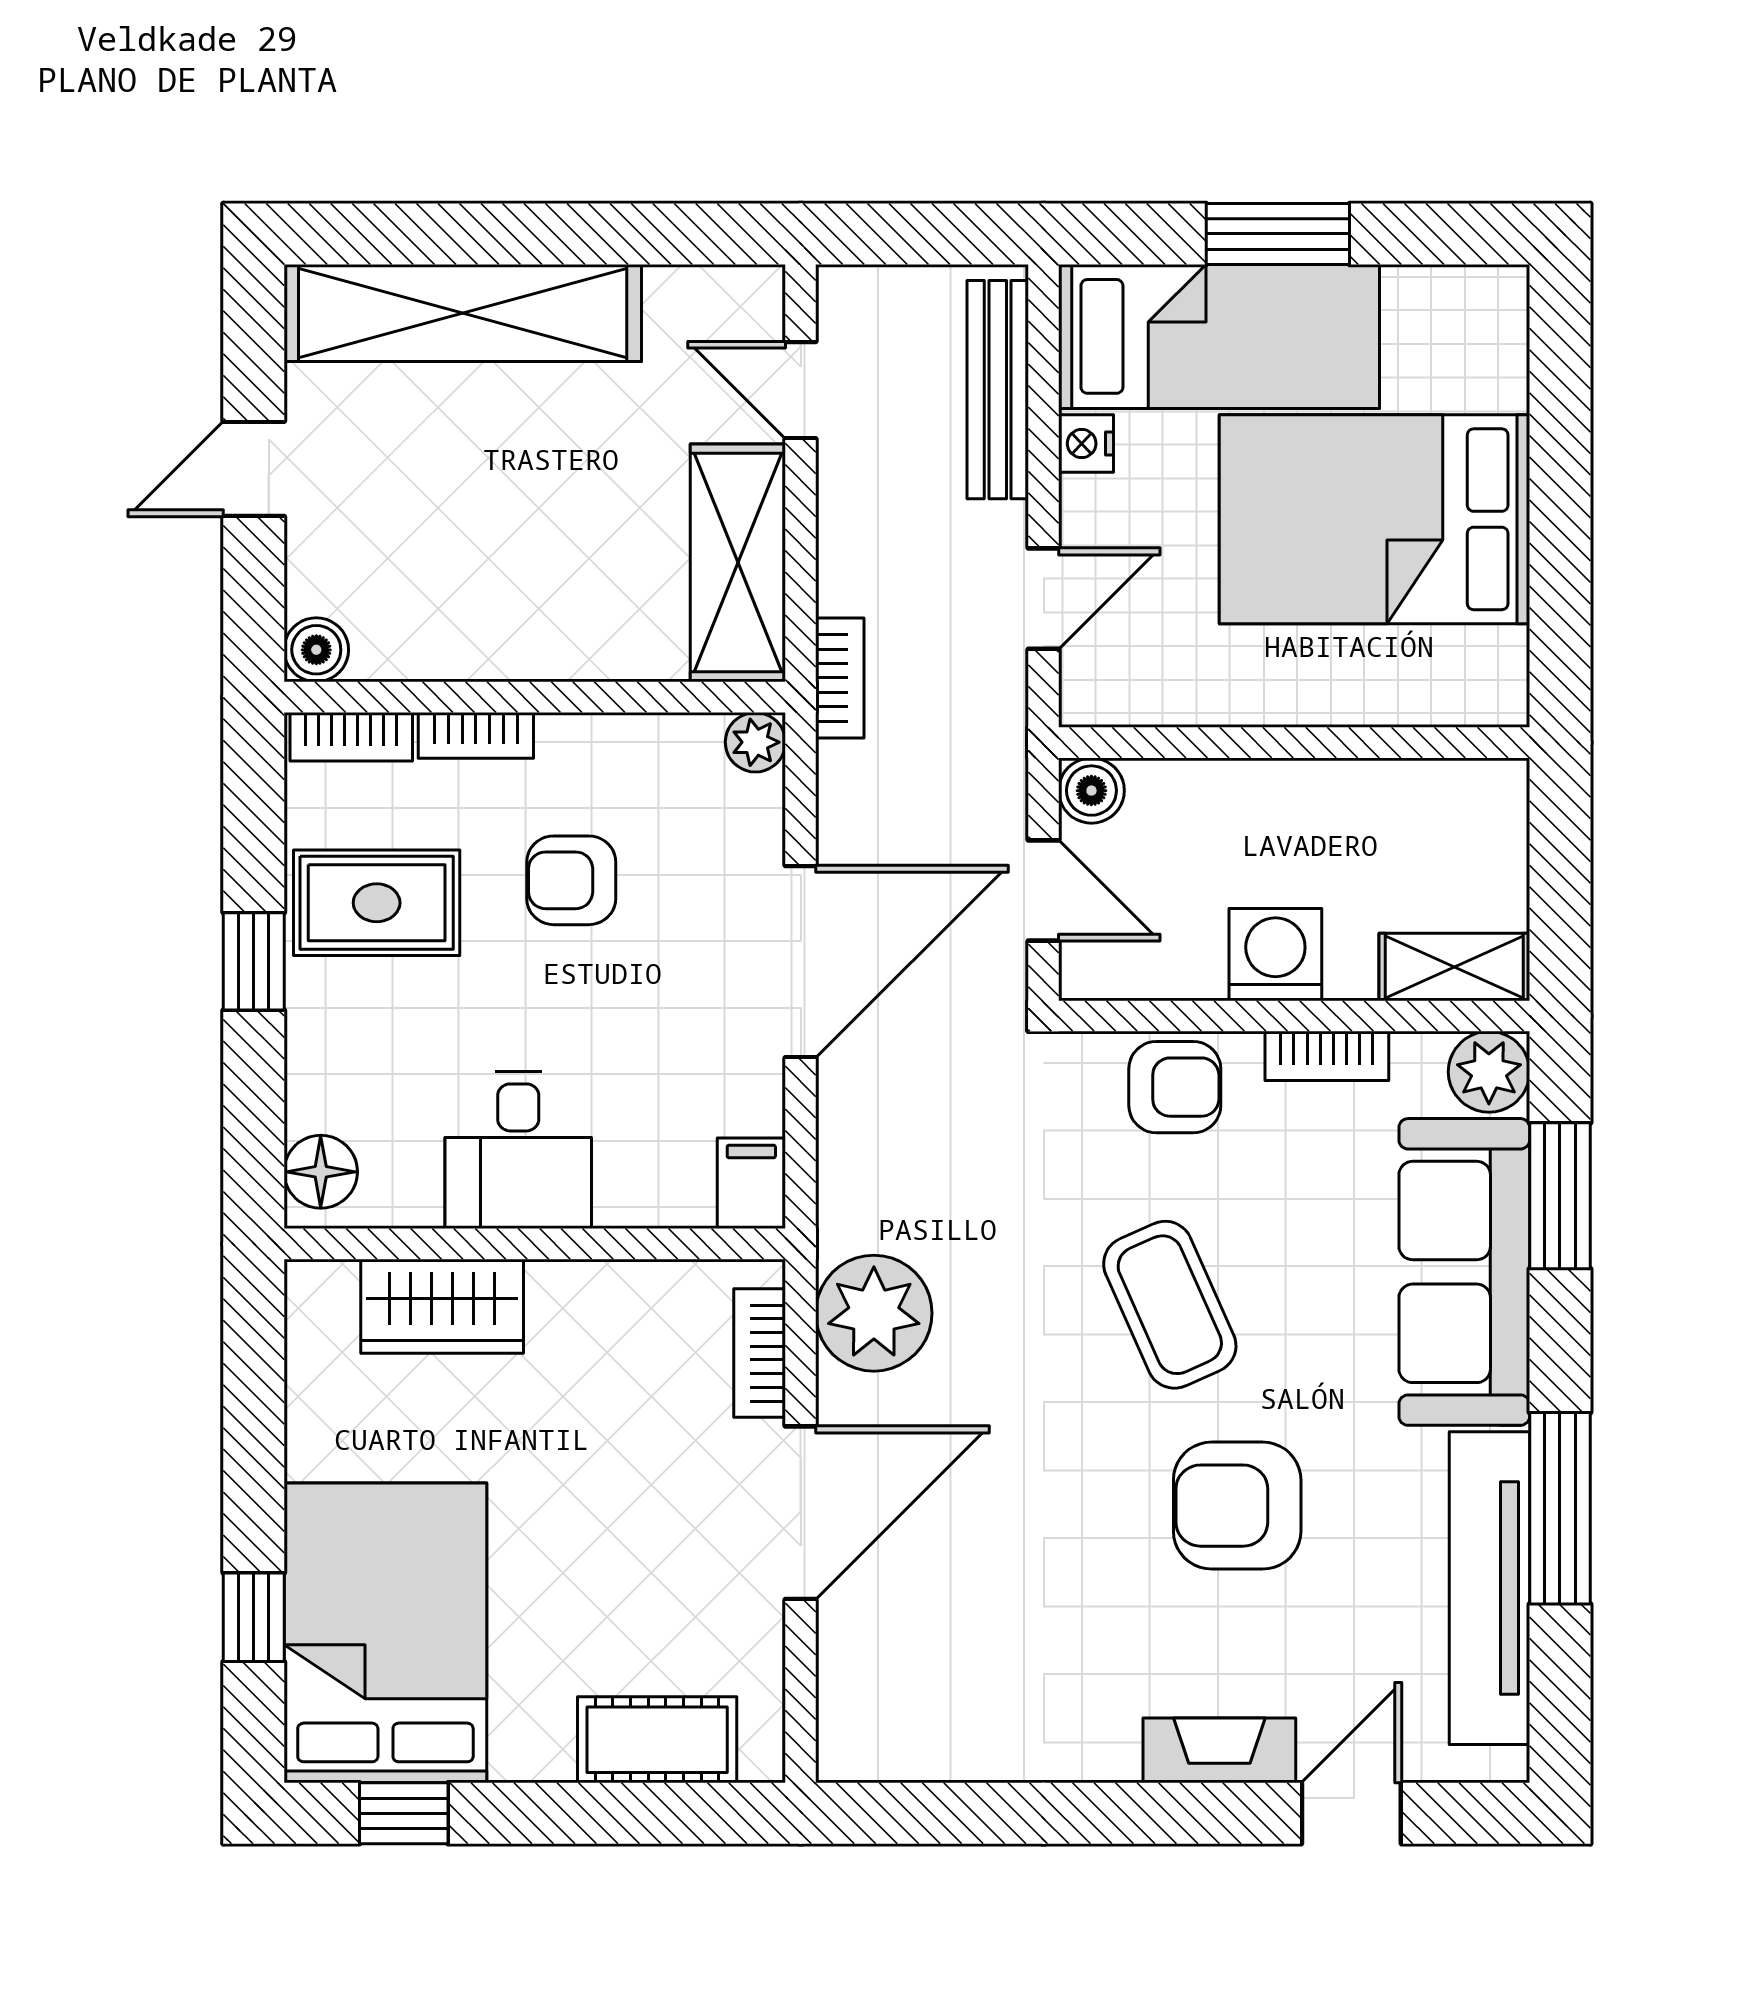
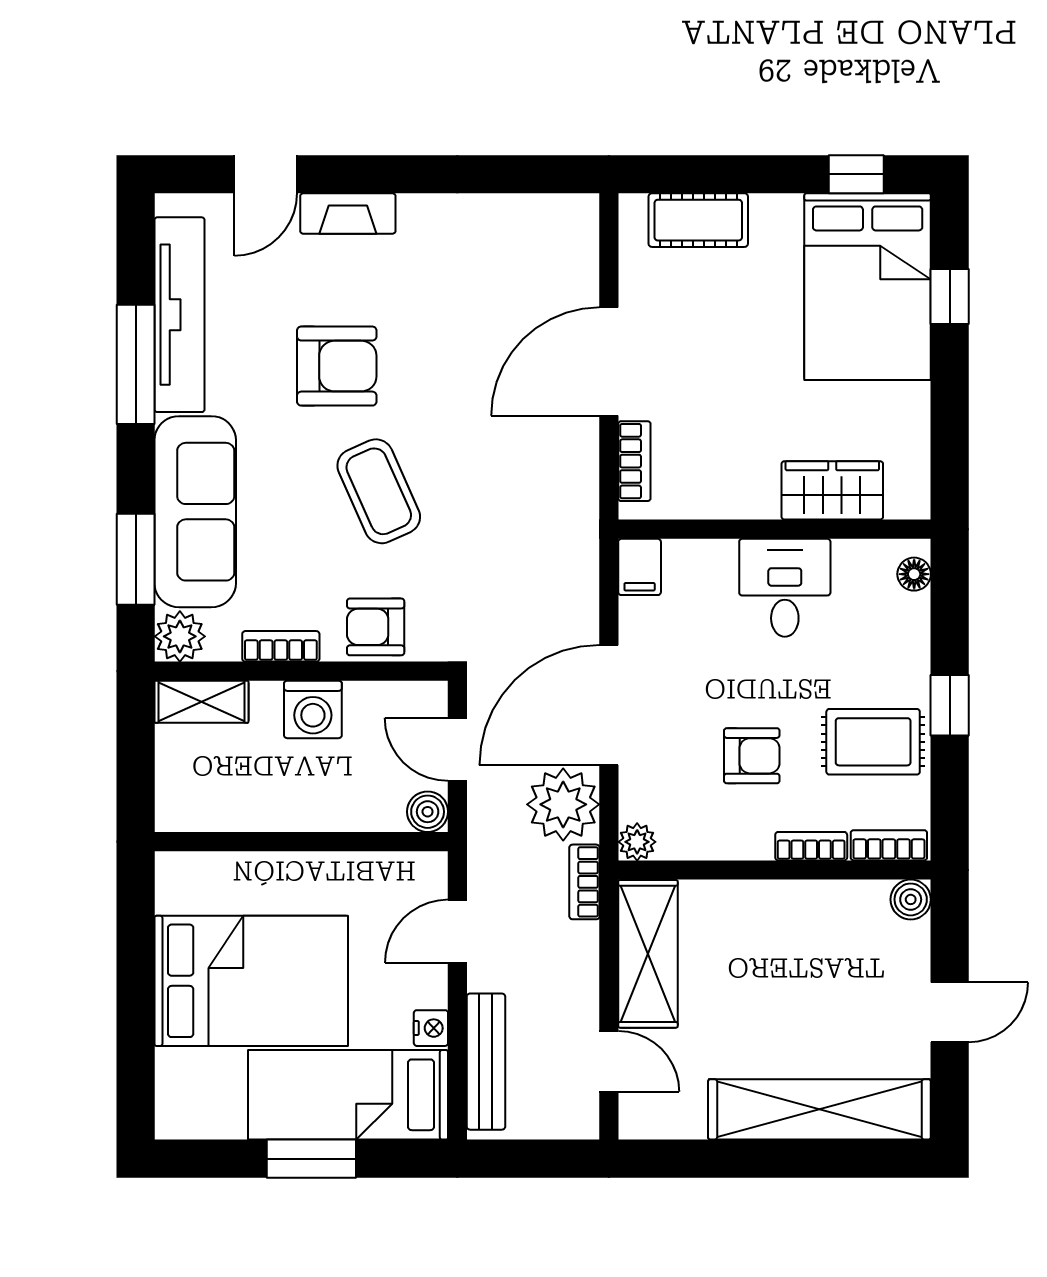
floor lamp: (321, 1172) -> (914, 574), width x0.73, depth x0.73
plant: (874, 1313) -> (563, 804), moved

